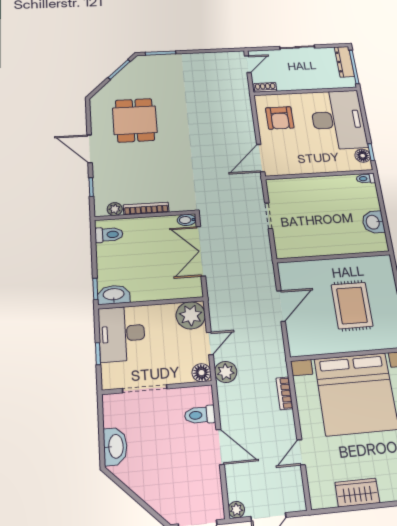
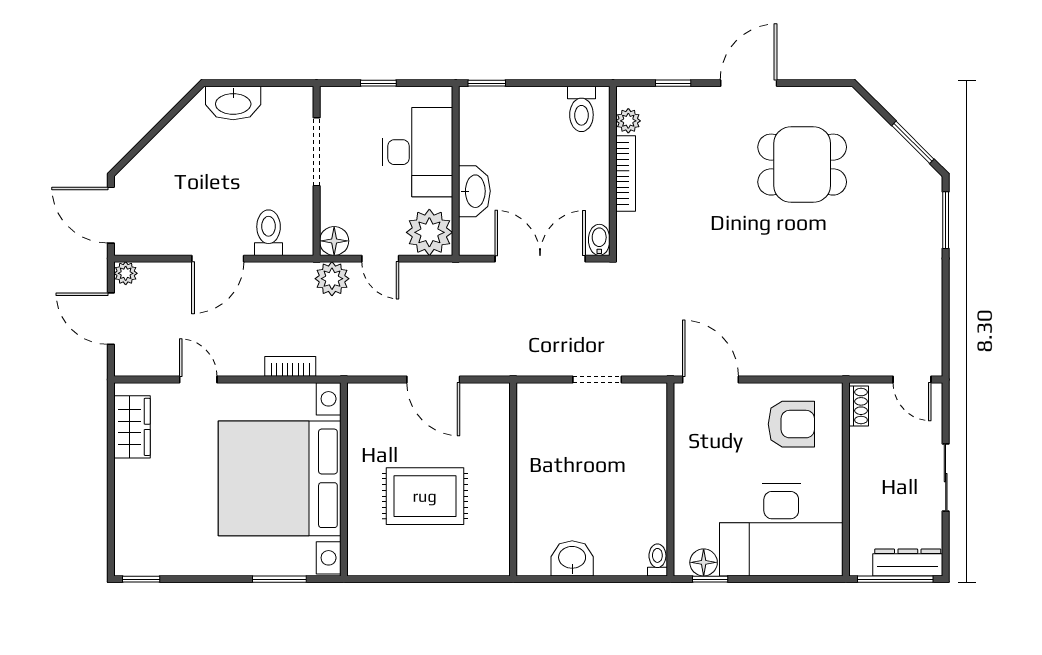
armchair: (280, 118) -> (791, 424), turned 180
washbasin: (114, 295) -> (474, 191), moved
desk: (122, 334) -> (417, 152), moved, turned 90
wardrobe: (357, 493) -> (132, 427), moved

